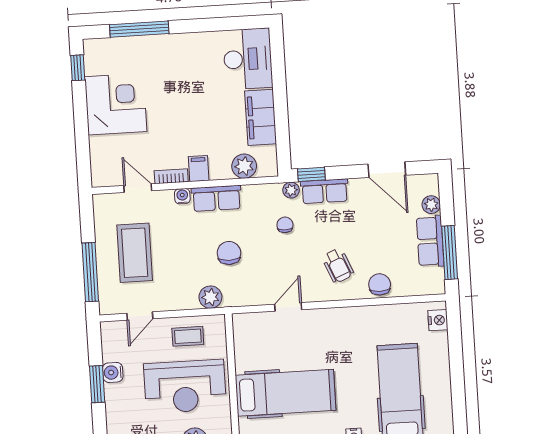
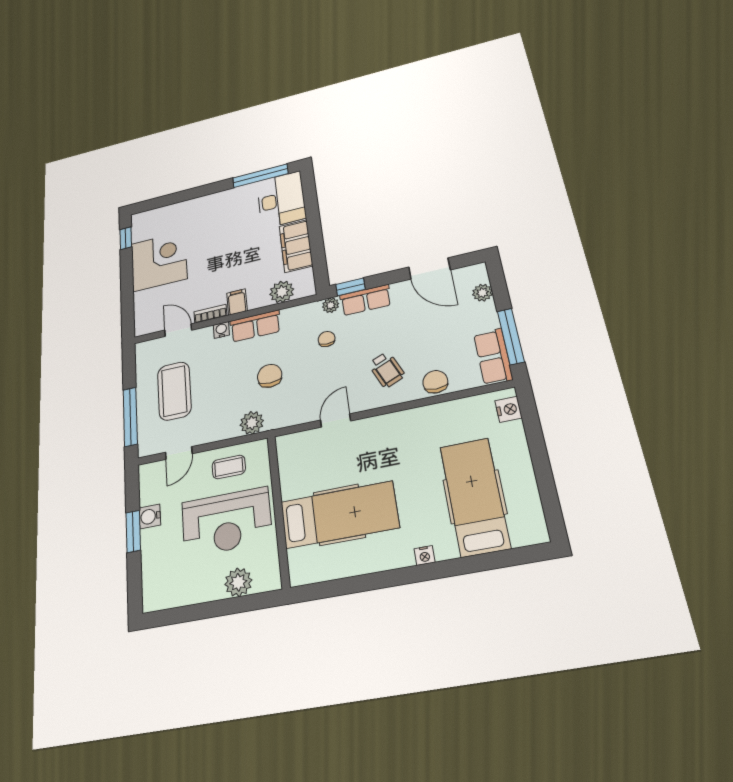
window: (139, 29) -> (260, 176), moved
row of seats: (430, 241) -> (493, 357), moved

